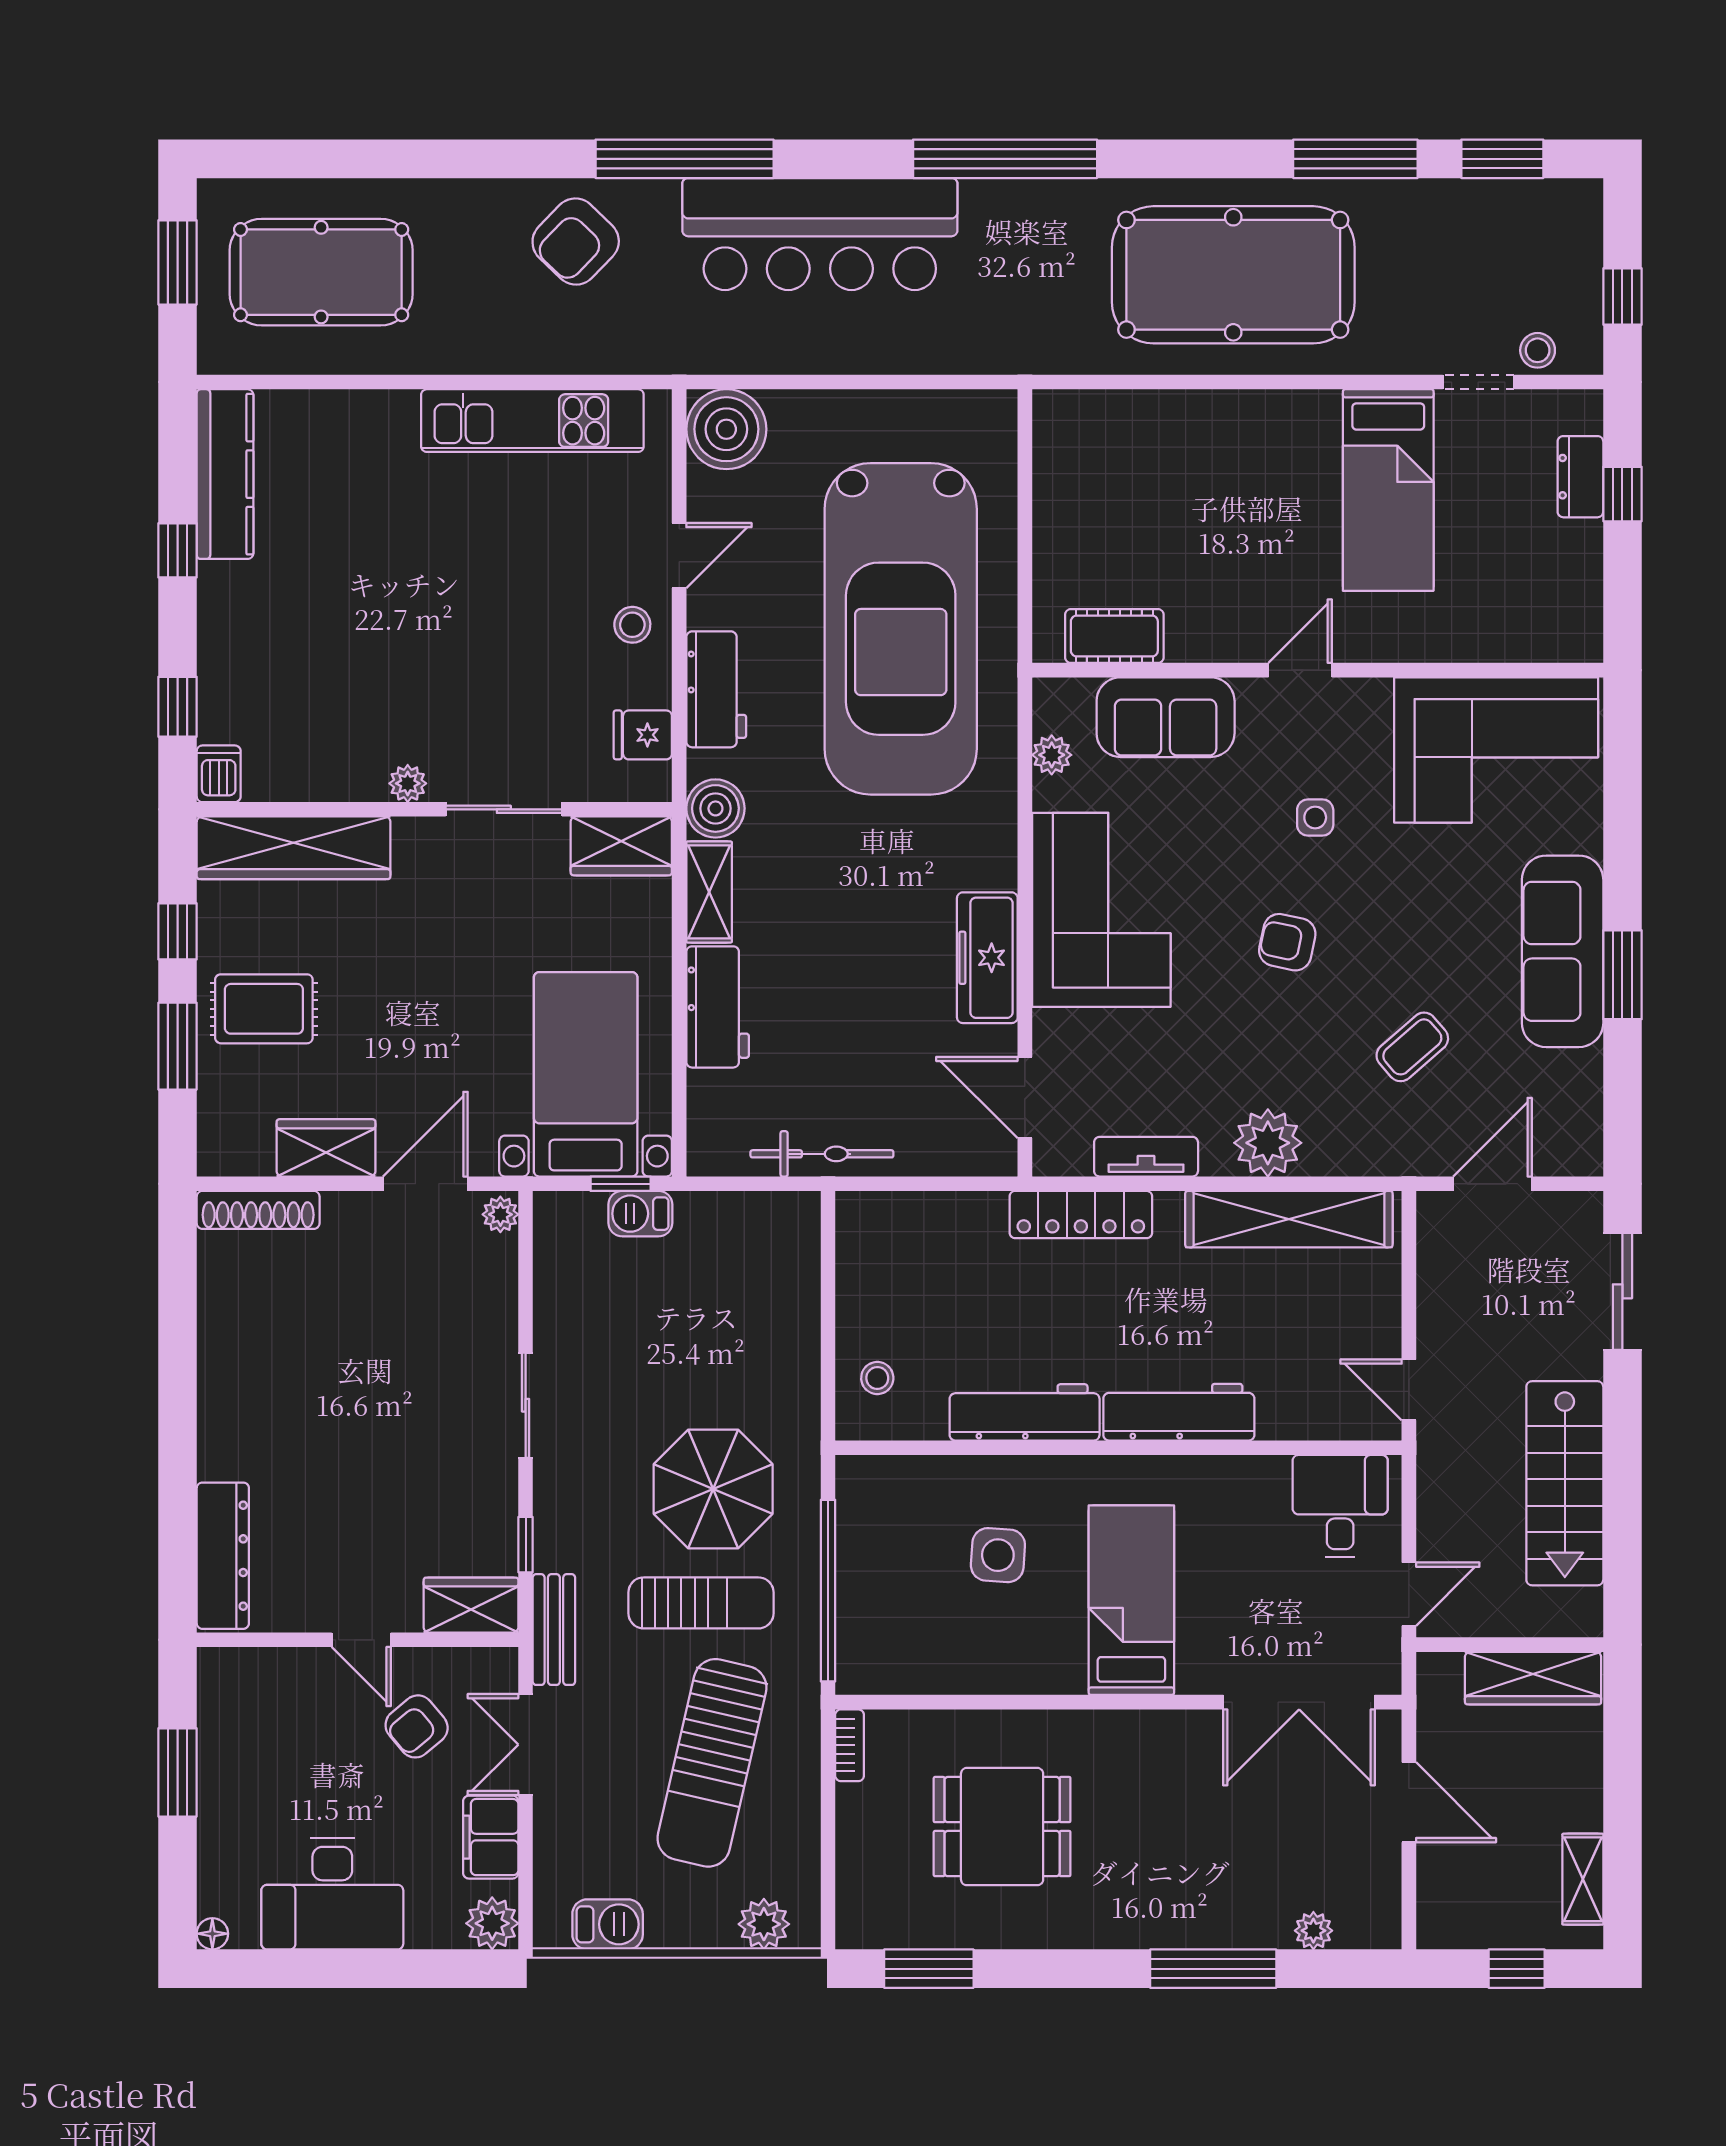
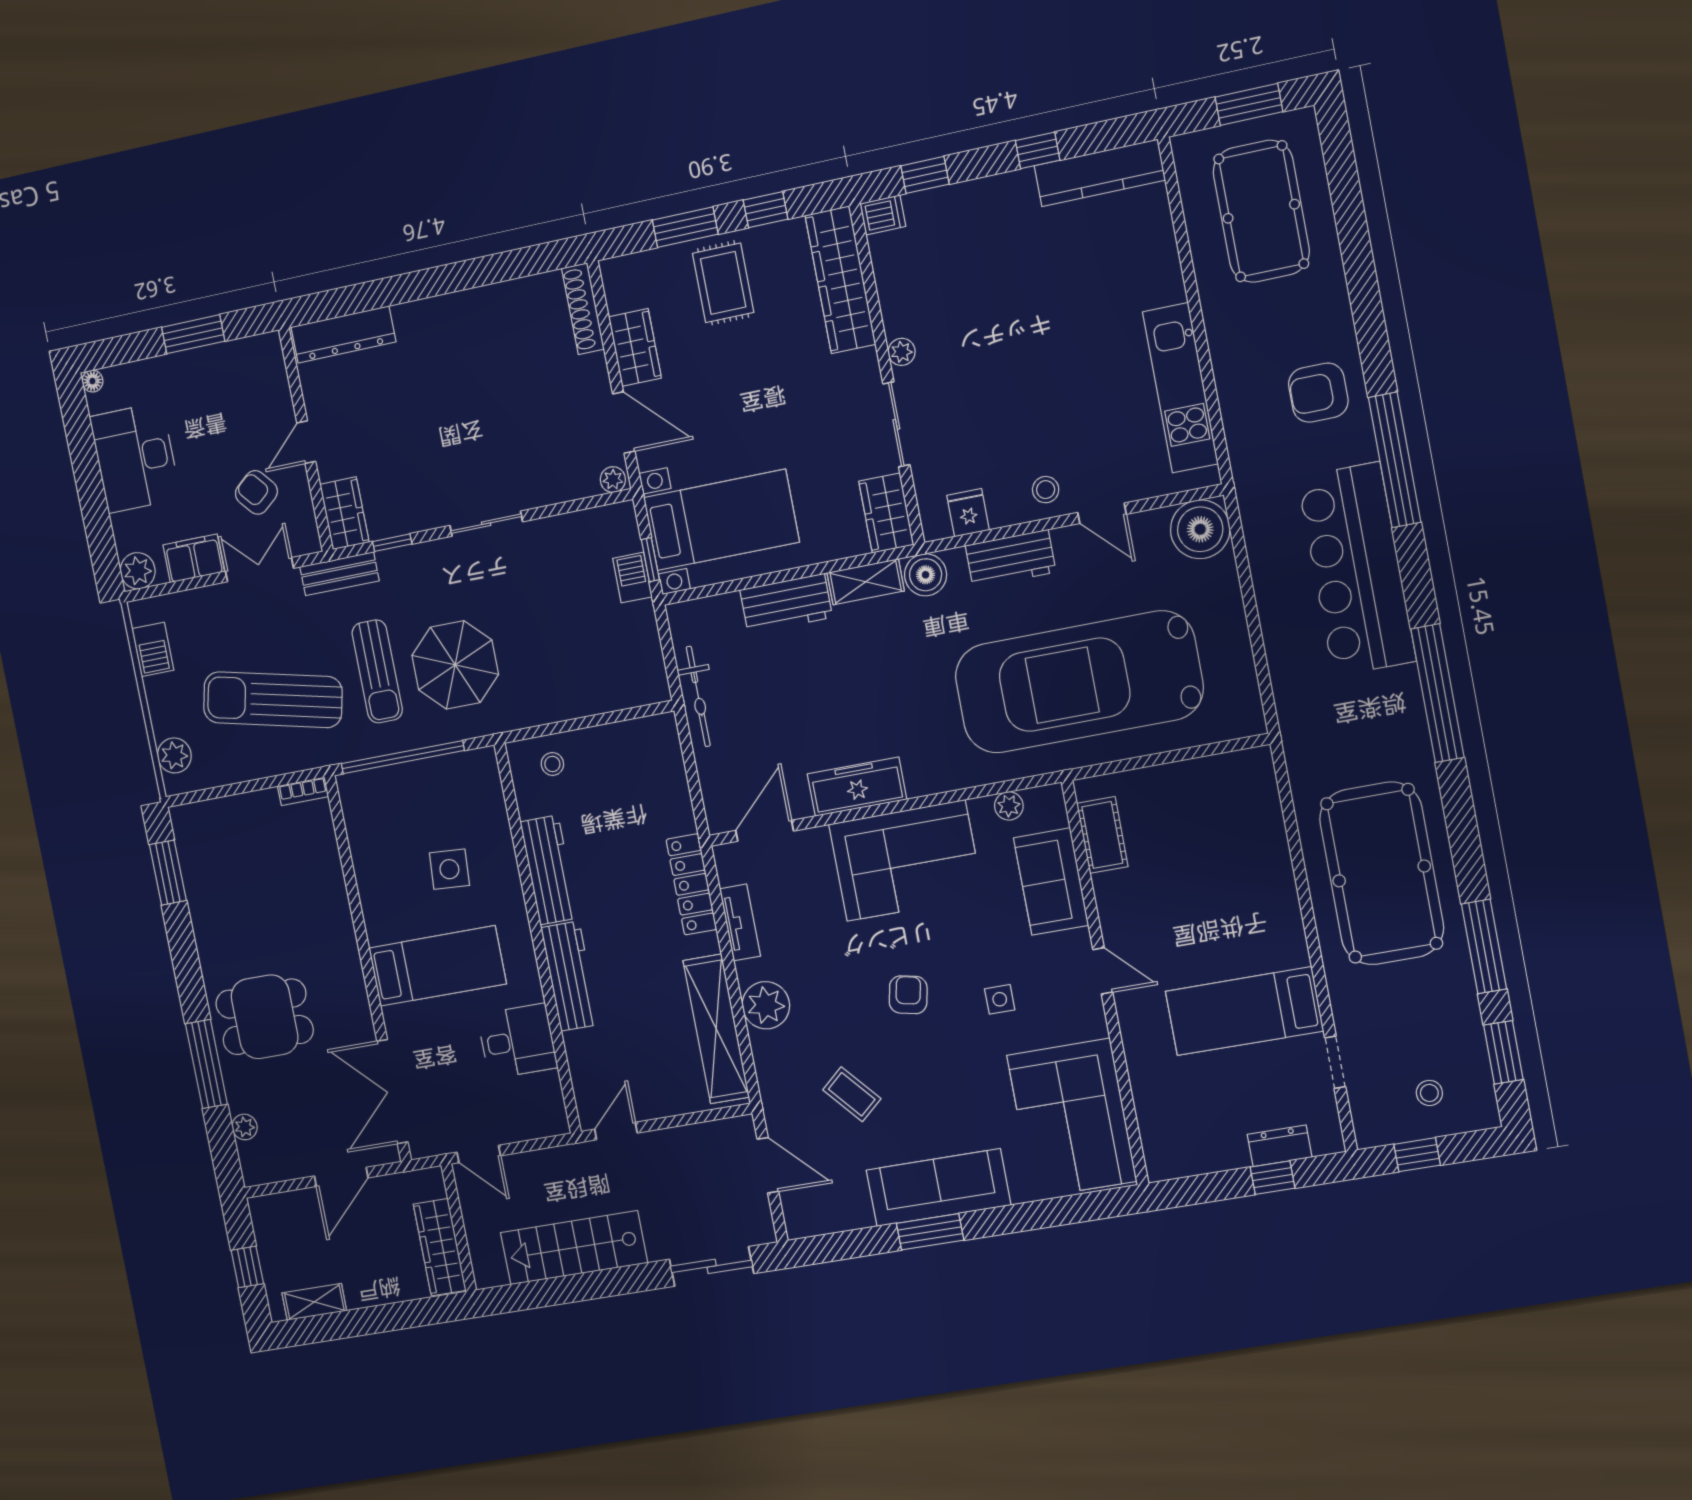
armchair: (576, 242) -> (1318, 393), turned -44
stool: (1538, 350) -> (1429, 1093), moved
desk: (1340, 1506) -> (517, 1041), moved
dining table: (1002, 1827) -> (265, 1017), moved, turned 90

